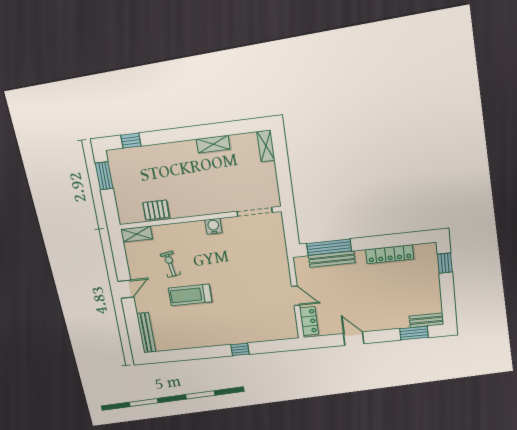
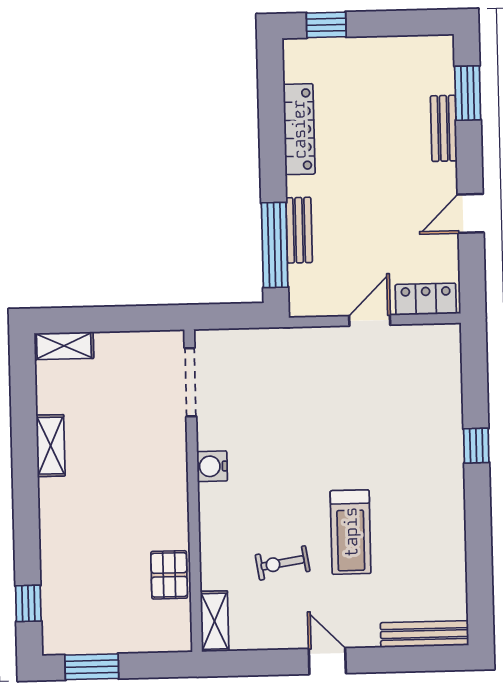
bench: (332, 259) -> (299, 230), width x0.73
bench: (426, 320) -> (444, 128), moved

